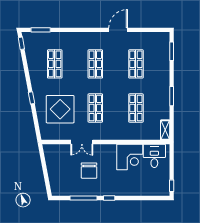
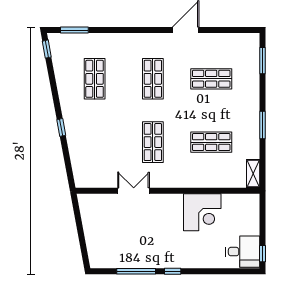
shop shelf: (136, 64) -> (211, 79), turned 90
shop shelf: (136, 108) -> (211, 142), turned 90
display table: (60, 109) -> (102, 144), removed
double door: (82, 142) -> (134, 191), swing flipped
desk: (154, 156) -> (243, 252), moved, turned 90
chair: (89, 171) -> (144, 232), removed

